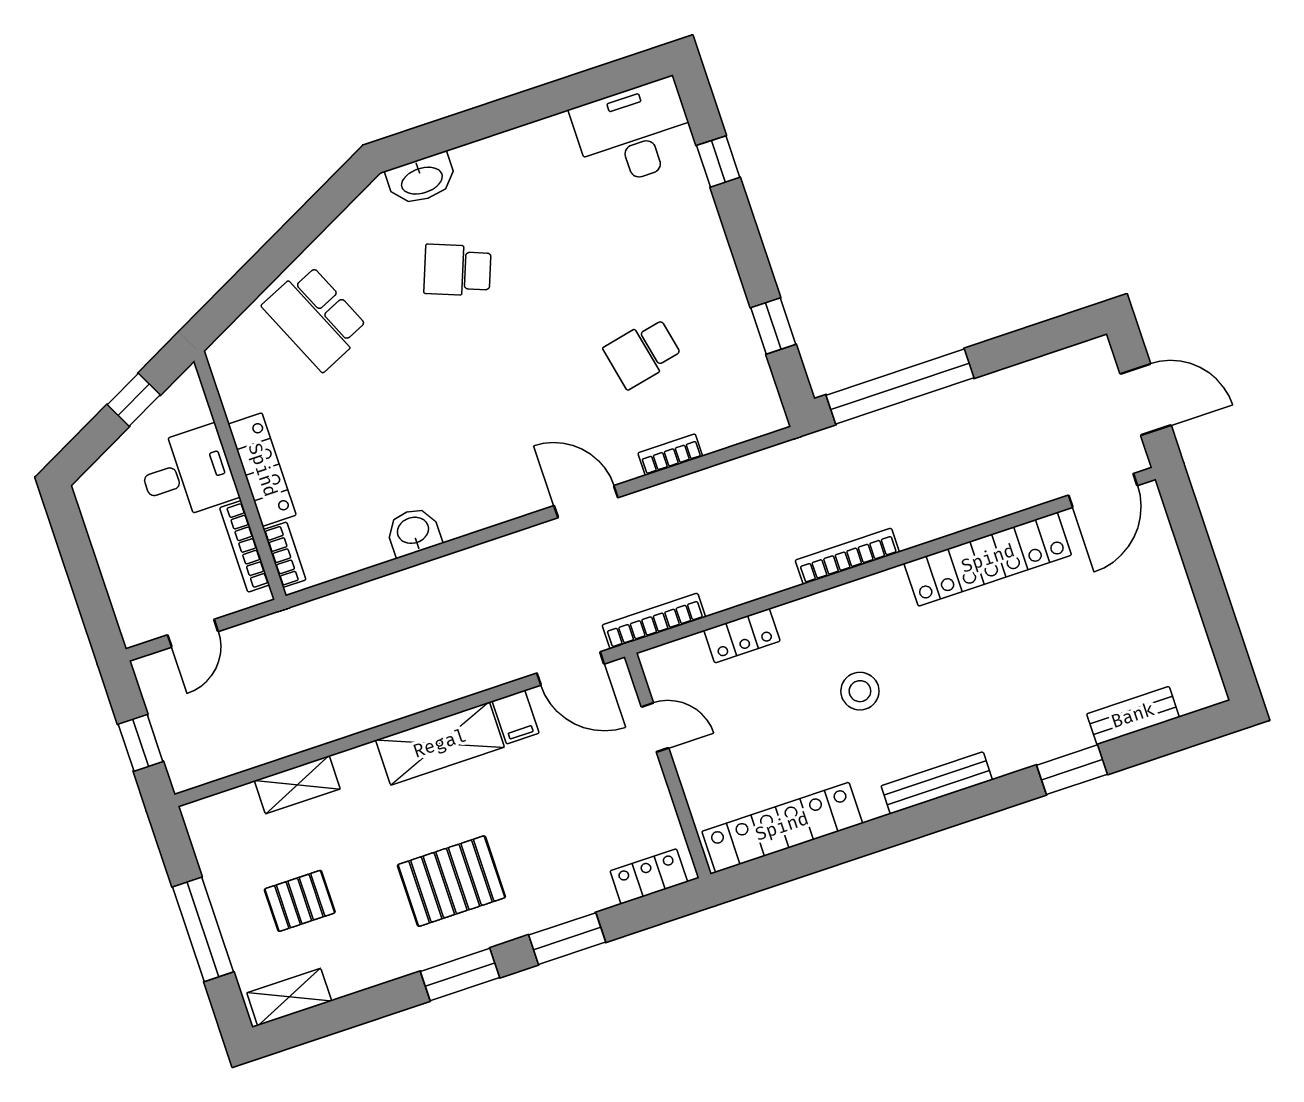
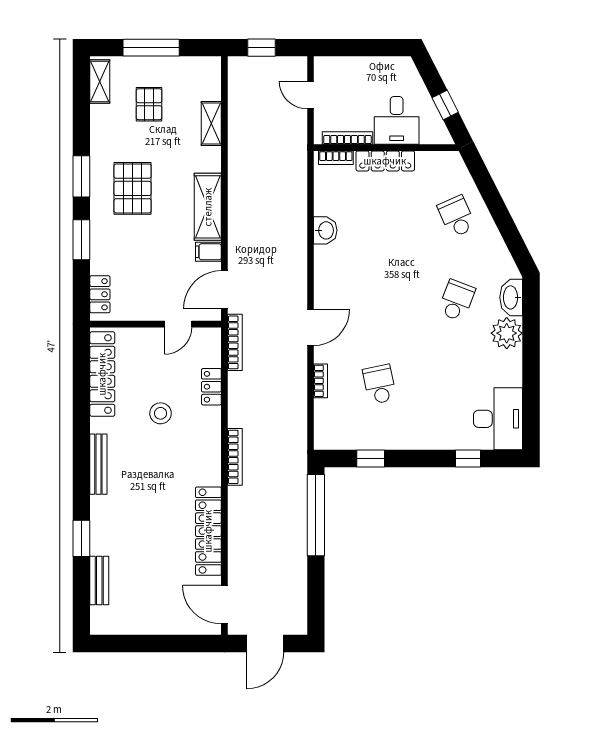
plant: (485, 167) -> (507, 333), added
school desk: (316, 318) -> (457, 216), width x0.54
stool: (860, 691) -> (161, 413), moved

